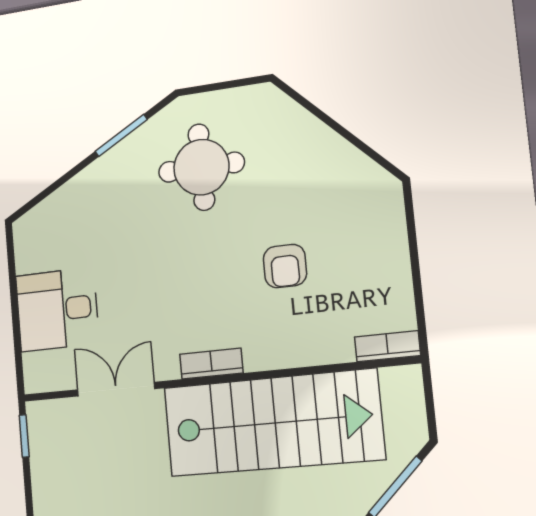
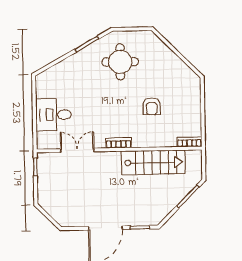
stairs: (273, 423) -> (153, 162), width x0.73, depth x0.66

